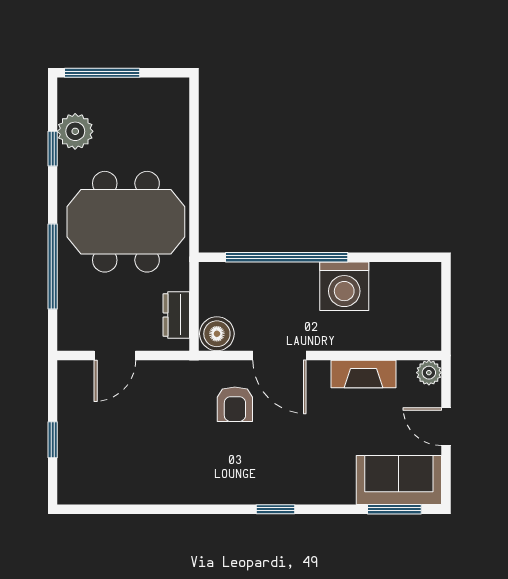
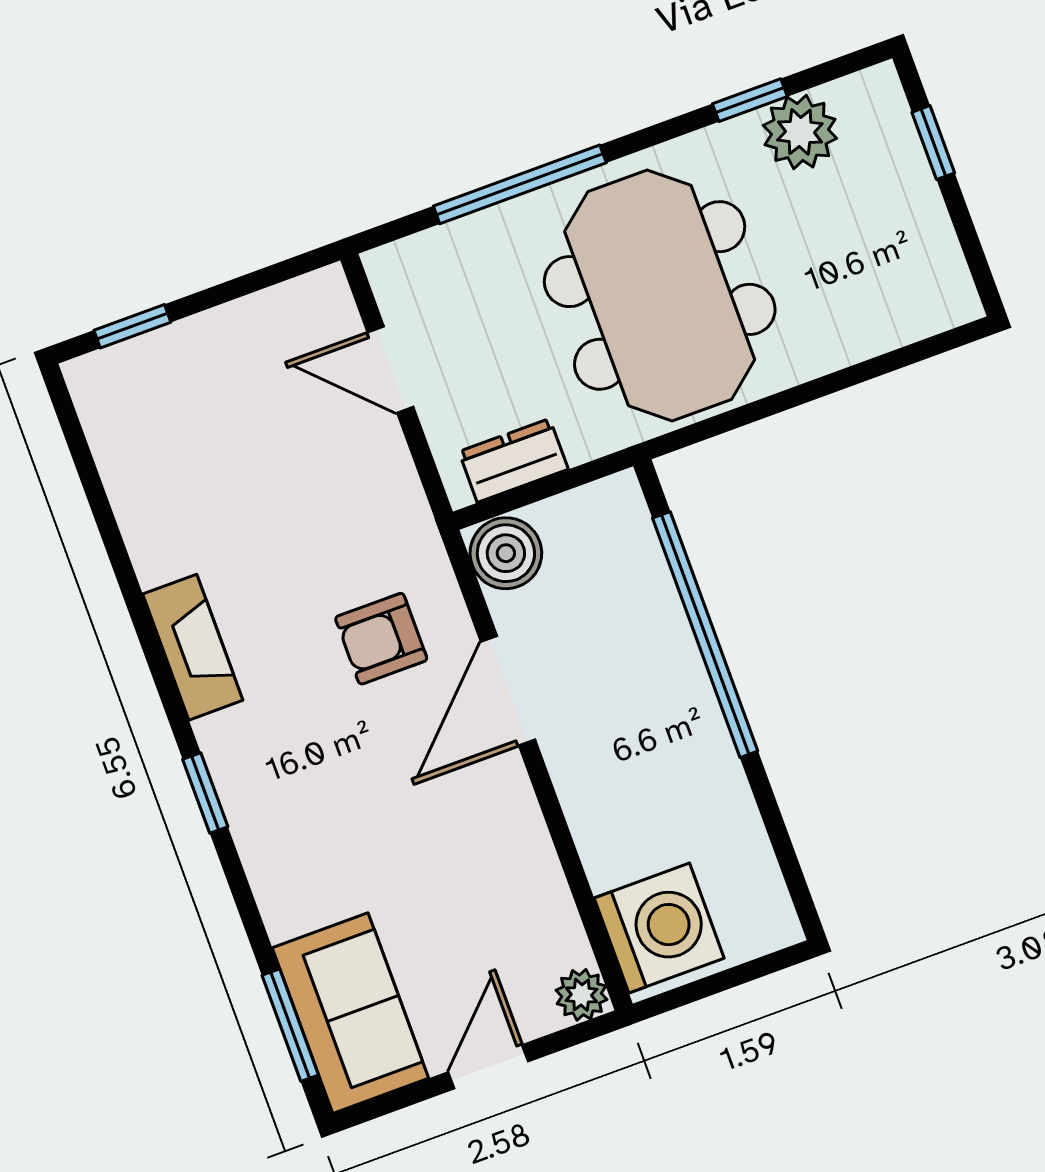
window: (102, 73) -> (933, 143), width x0.46
washing machine: (344, 286) -> (659, 928), moved, turned 180
fireplace: (363, 374) -> (193, 647), moved, turned 180
window: (53, 440) -> (132, 326), moved

